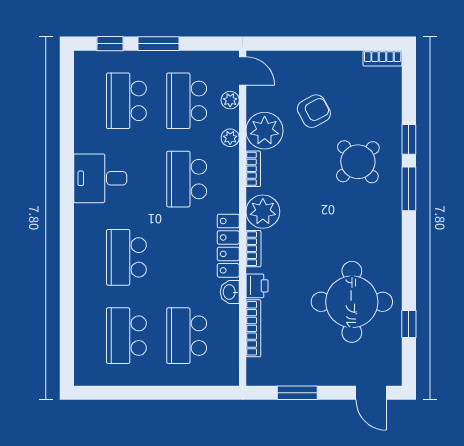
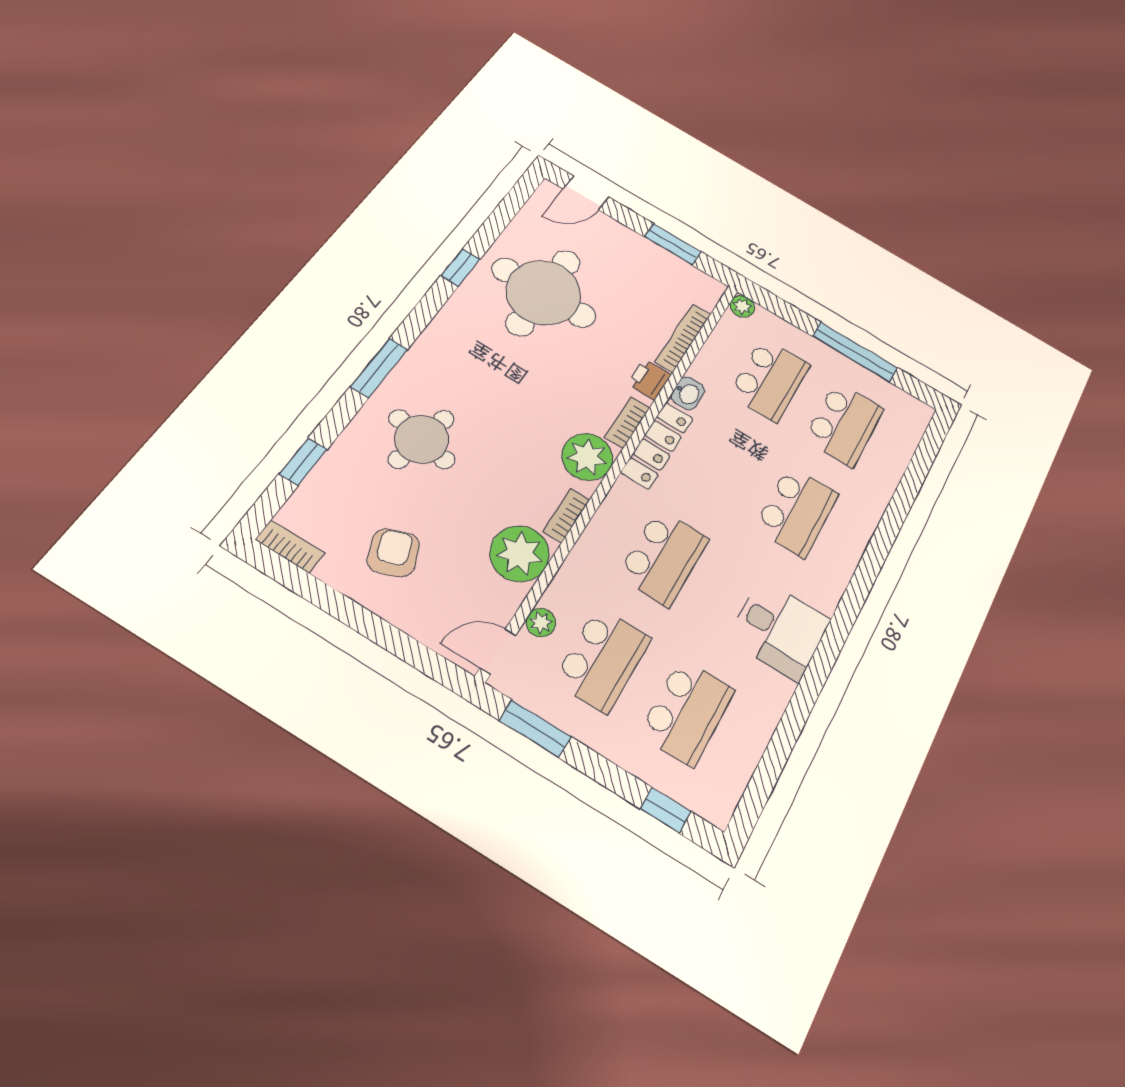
window: (158, 44) -> (535, 729), moved
door: (243, 71) -> (498, 652), hinge flipped
armchair: (314, 111) -> (393, 553), moved, turned 97
plant: (230, 138) -> (742, 306), moved
window: (409, 139) -> (303, 462), moved
round table: (358, 162) -> (422, 439), turned -36
window: (409, 324) -> (461, 267), moved
window: (144, 393) -> (855, 352), added
door: (371, 393) -> (586, 193), swing flipped

